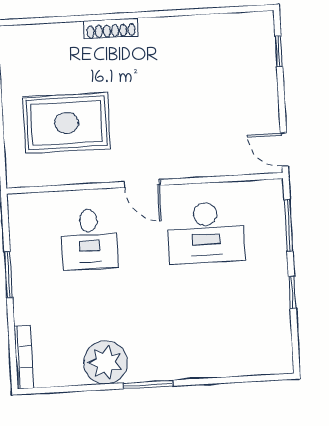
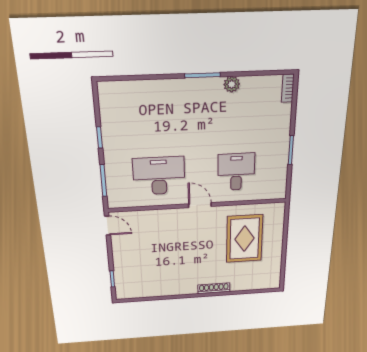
rug: (67, 123) -> (245, 239), turned 90
bookcase: (24, 357) -> (288, 88), width x0.64
plant: (105, 362) -> (232, 84), width x0.53, depth x0.53

